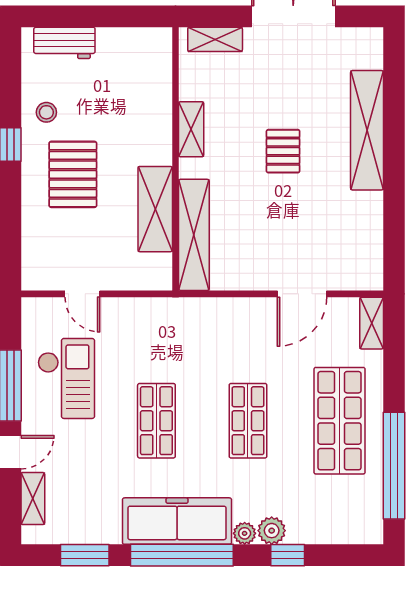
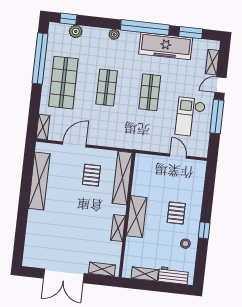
shelving: (125, 39) -> (145, 274), added
shelving: (367, 130) -> (39, 181), moved
pallet: (283, 151) -> (92, 175), moved
pallet: (73, 174) -> (176, 213), width x0.67, depth x0.71
shelving: (155, 209) -> (136, 217), moved
freezer: (177, 521) -> (166, 46), moved
plant: (272, 531) -> (76, 31), moved
window: (288, 555) -> (68, 19), moved

